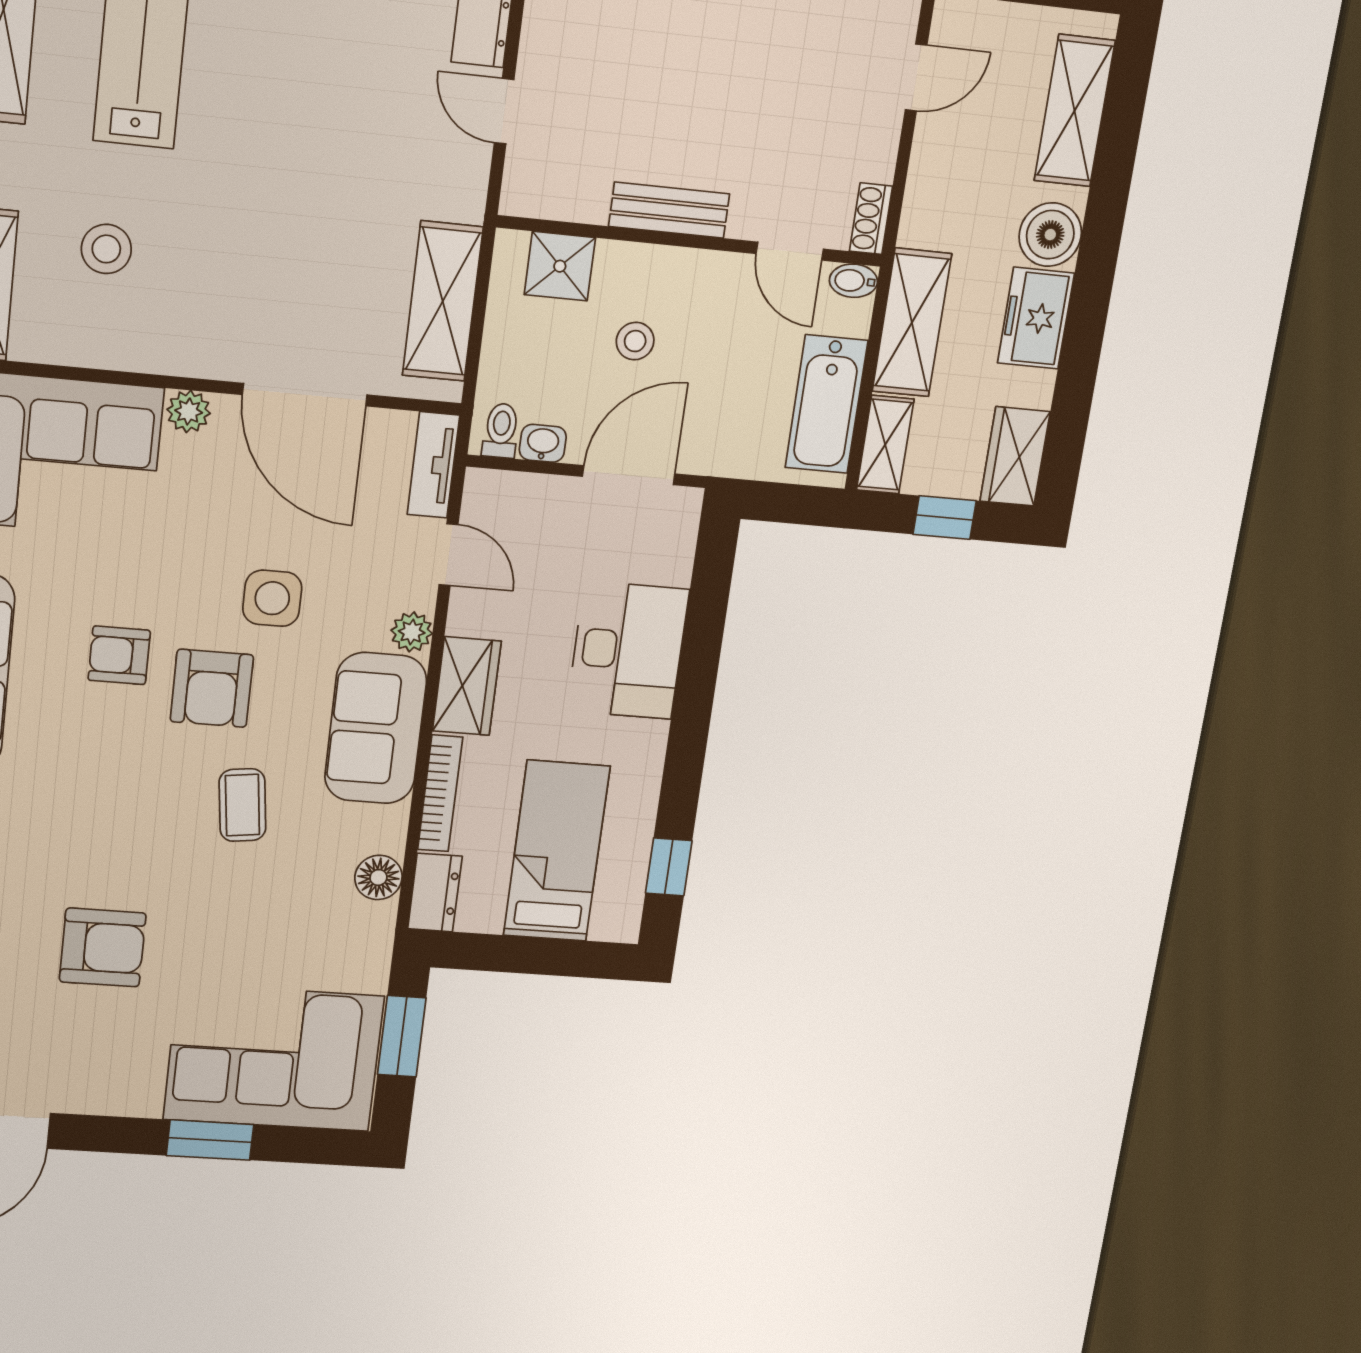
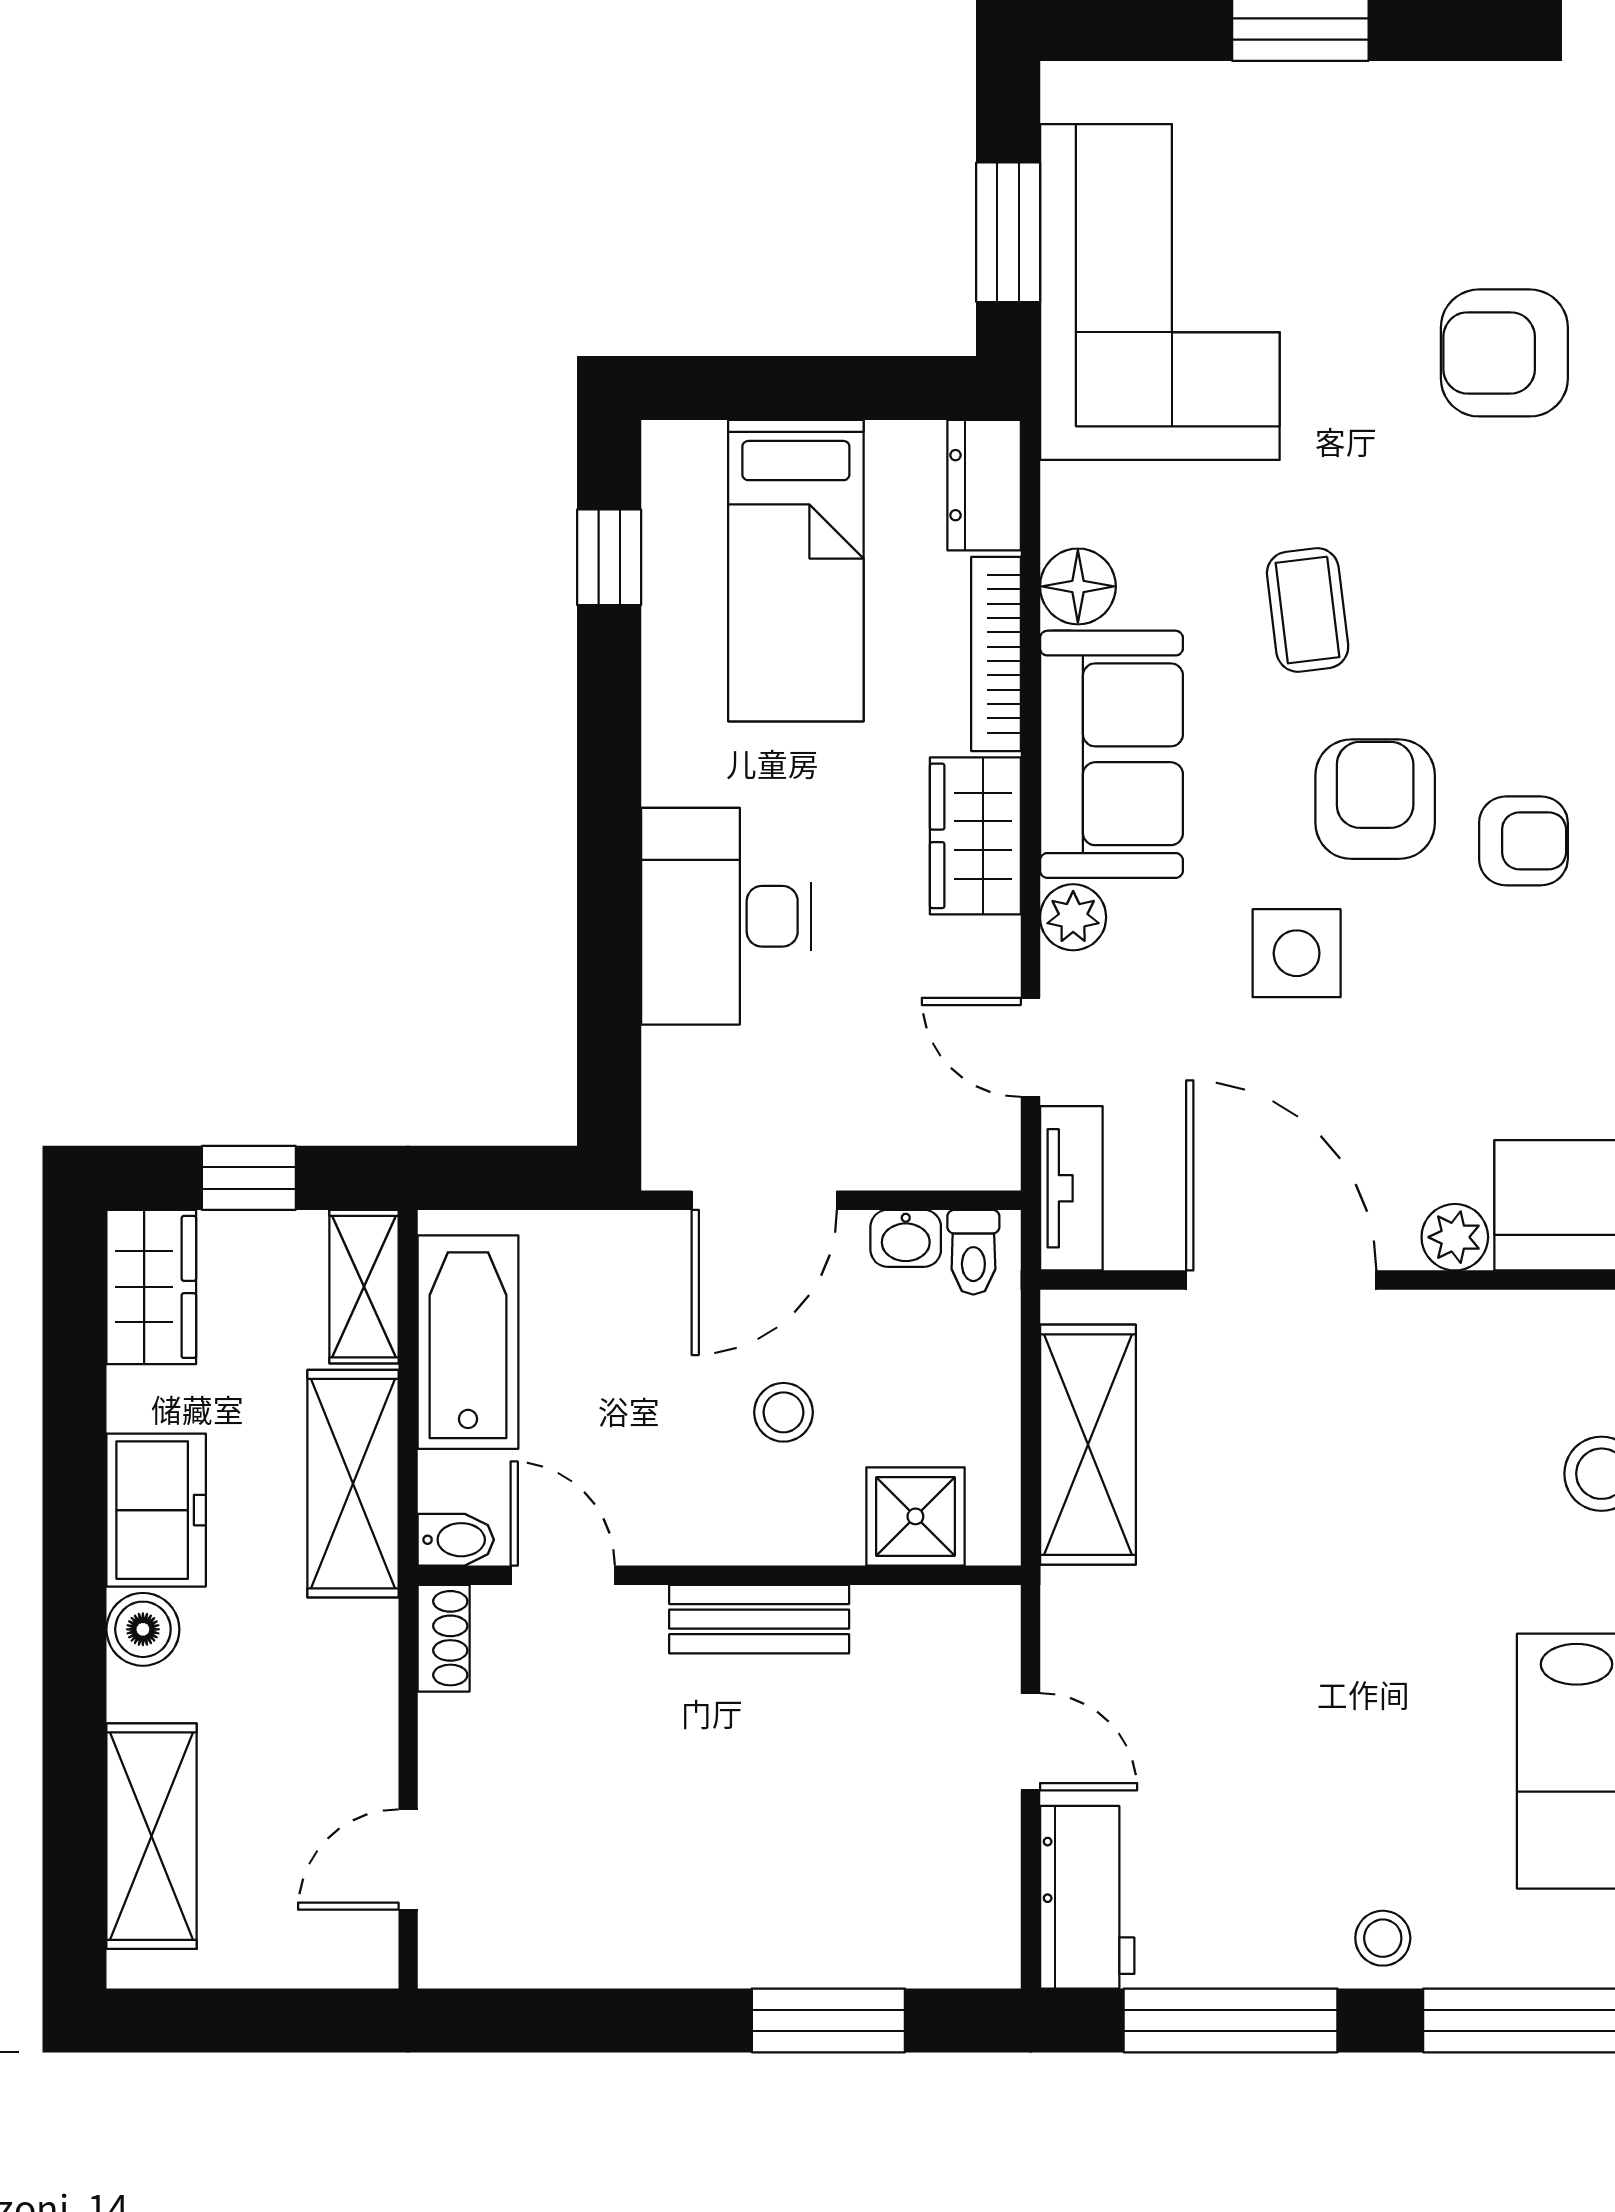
boiler: (1050, 235) -> (143, 1629), width x0.73, depth x0.73
floor lamp: (378, 877) -> (1078, 586), moved
corner sofa: (274, 1058) -> (1160, 292), moved, turned -90

